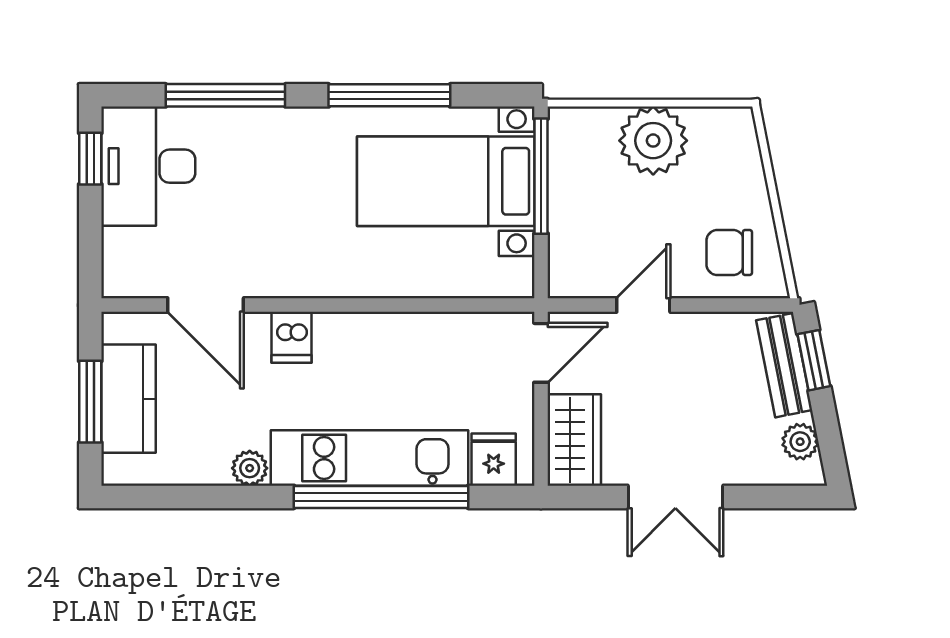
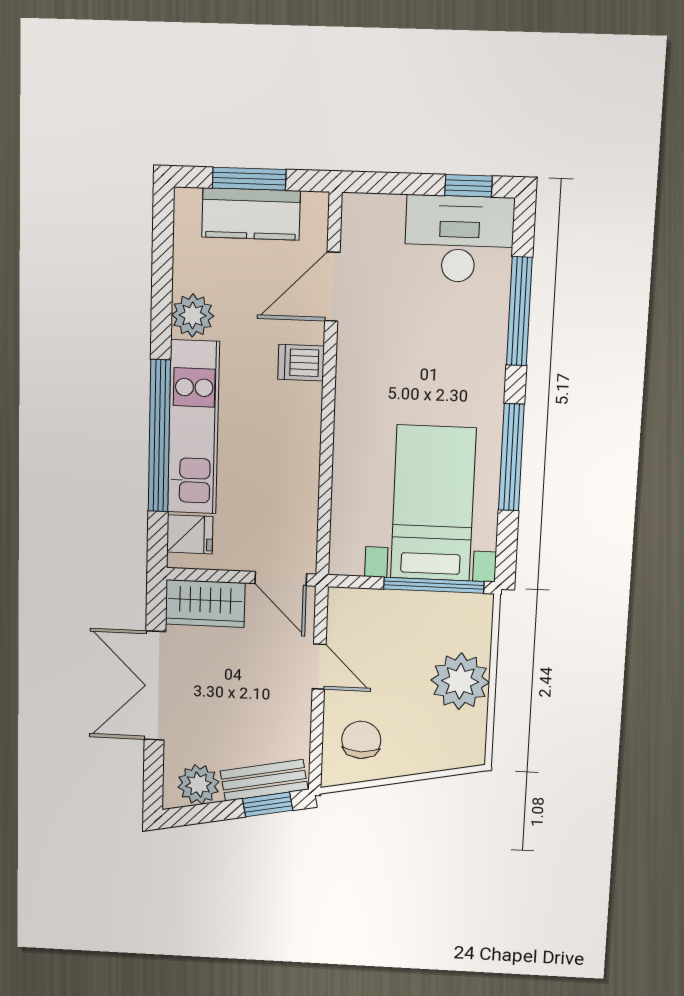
plant: (800, 442) -> (198, 784), width x1.38, depth x1.38
plant: (250, 468) -> (193, 315), width x1.38, depth x1.38
double door: (675, 497) -> (155, 686), width x1.37

